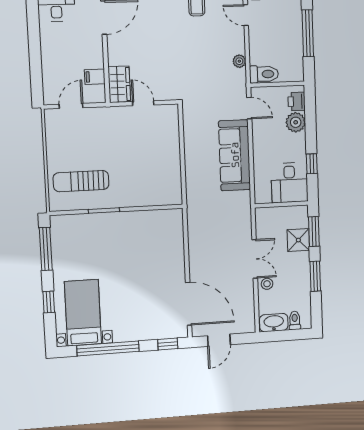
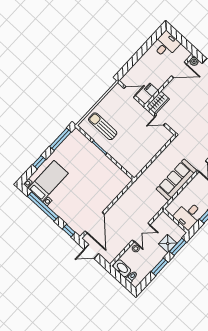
door: (143, 103) -> (160, 120), swing flipped

